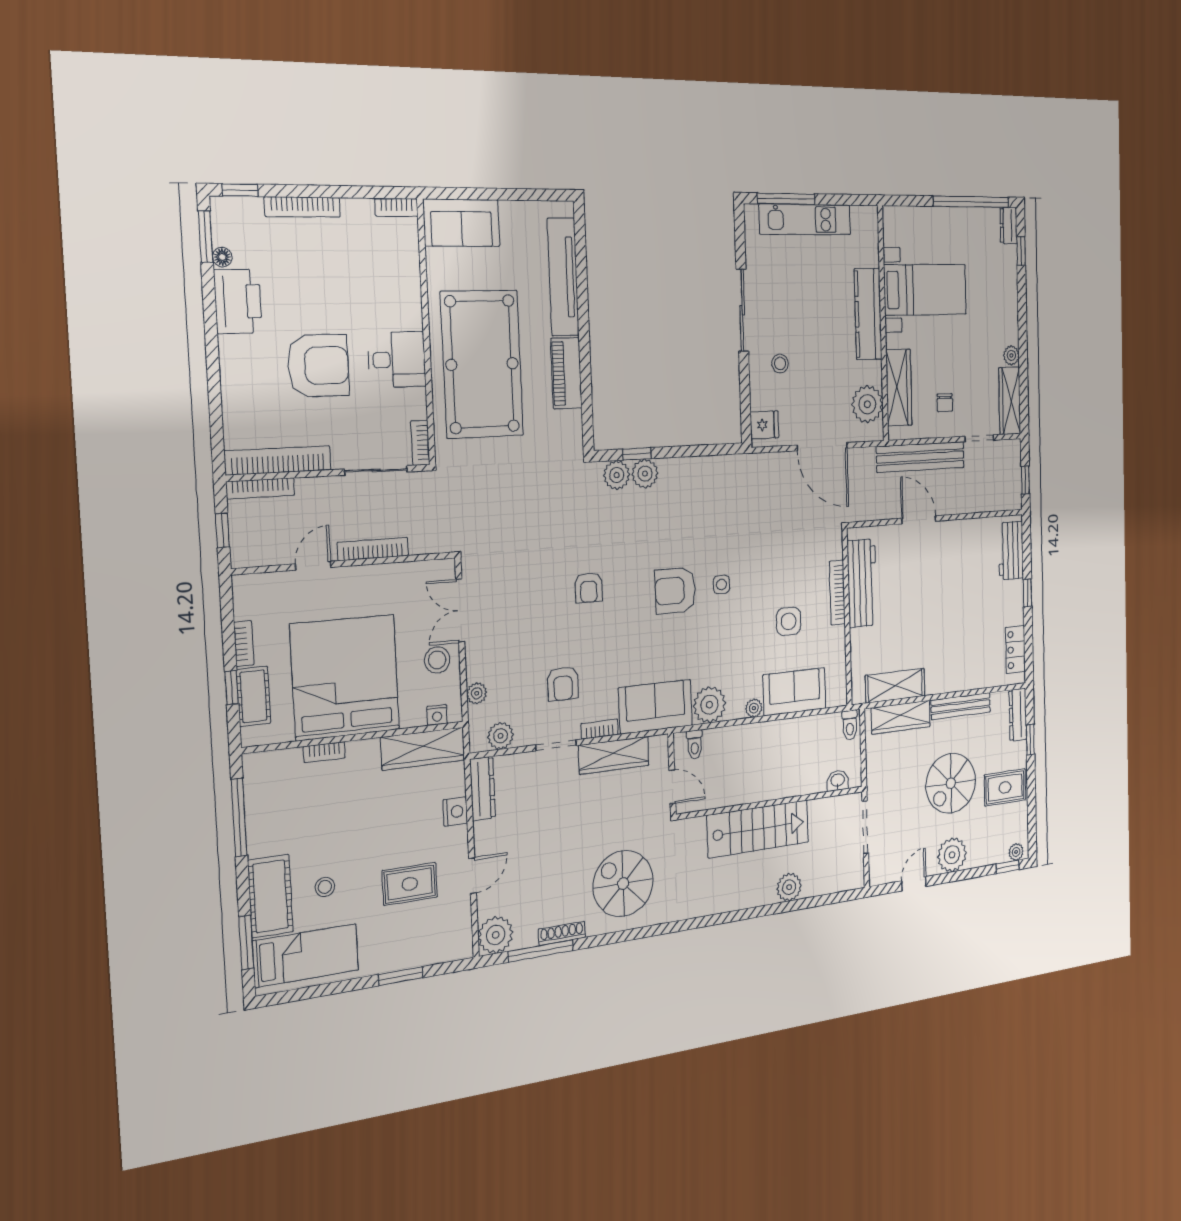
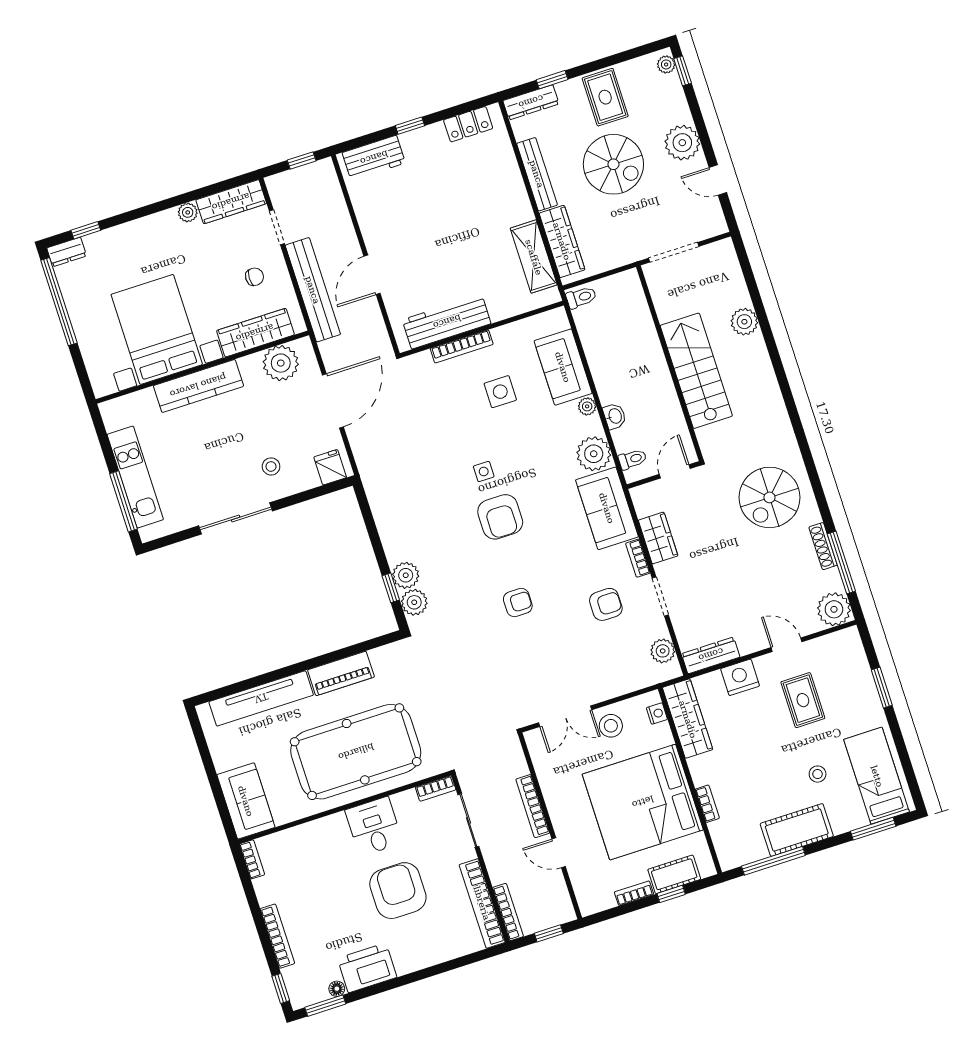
bed with nightstands: (925, 290) -> (157, 329), width x1.36
plant: (477, 693) -> (631, 683), removed
wardrobe: (614, 755) -> (658, 538), width x0.67
washbasin: (838, 781) -> (615, 416), moved, turned 180
nightstand: (455, 812) -> (740, 677), width x1.36, depth x1.33
cot: (270, 896) -> (797, 830), moved

